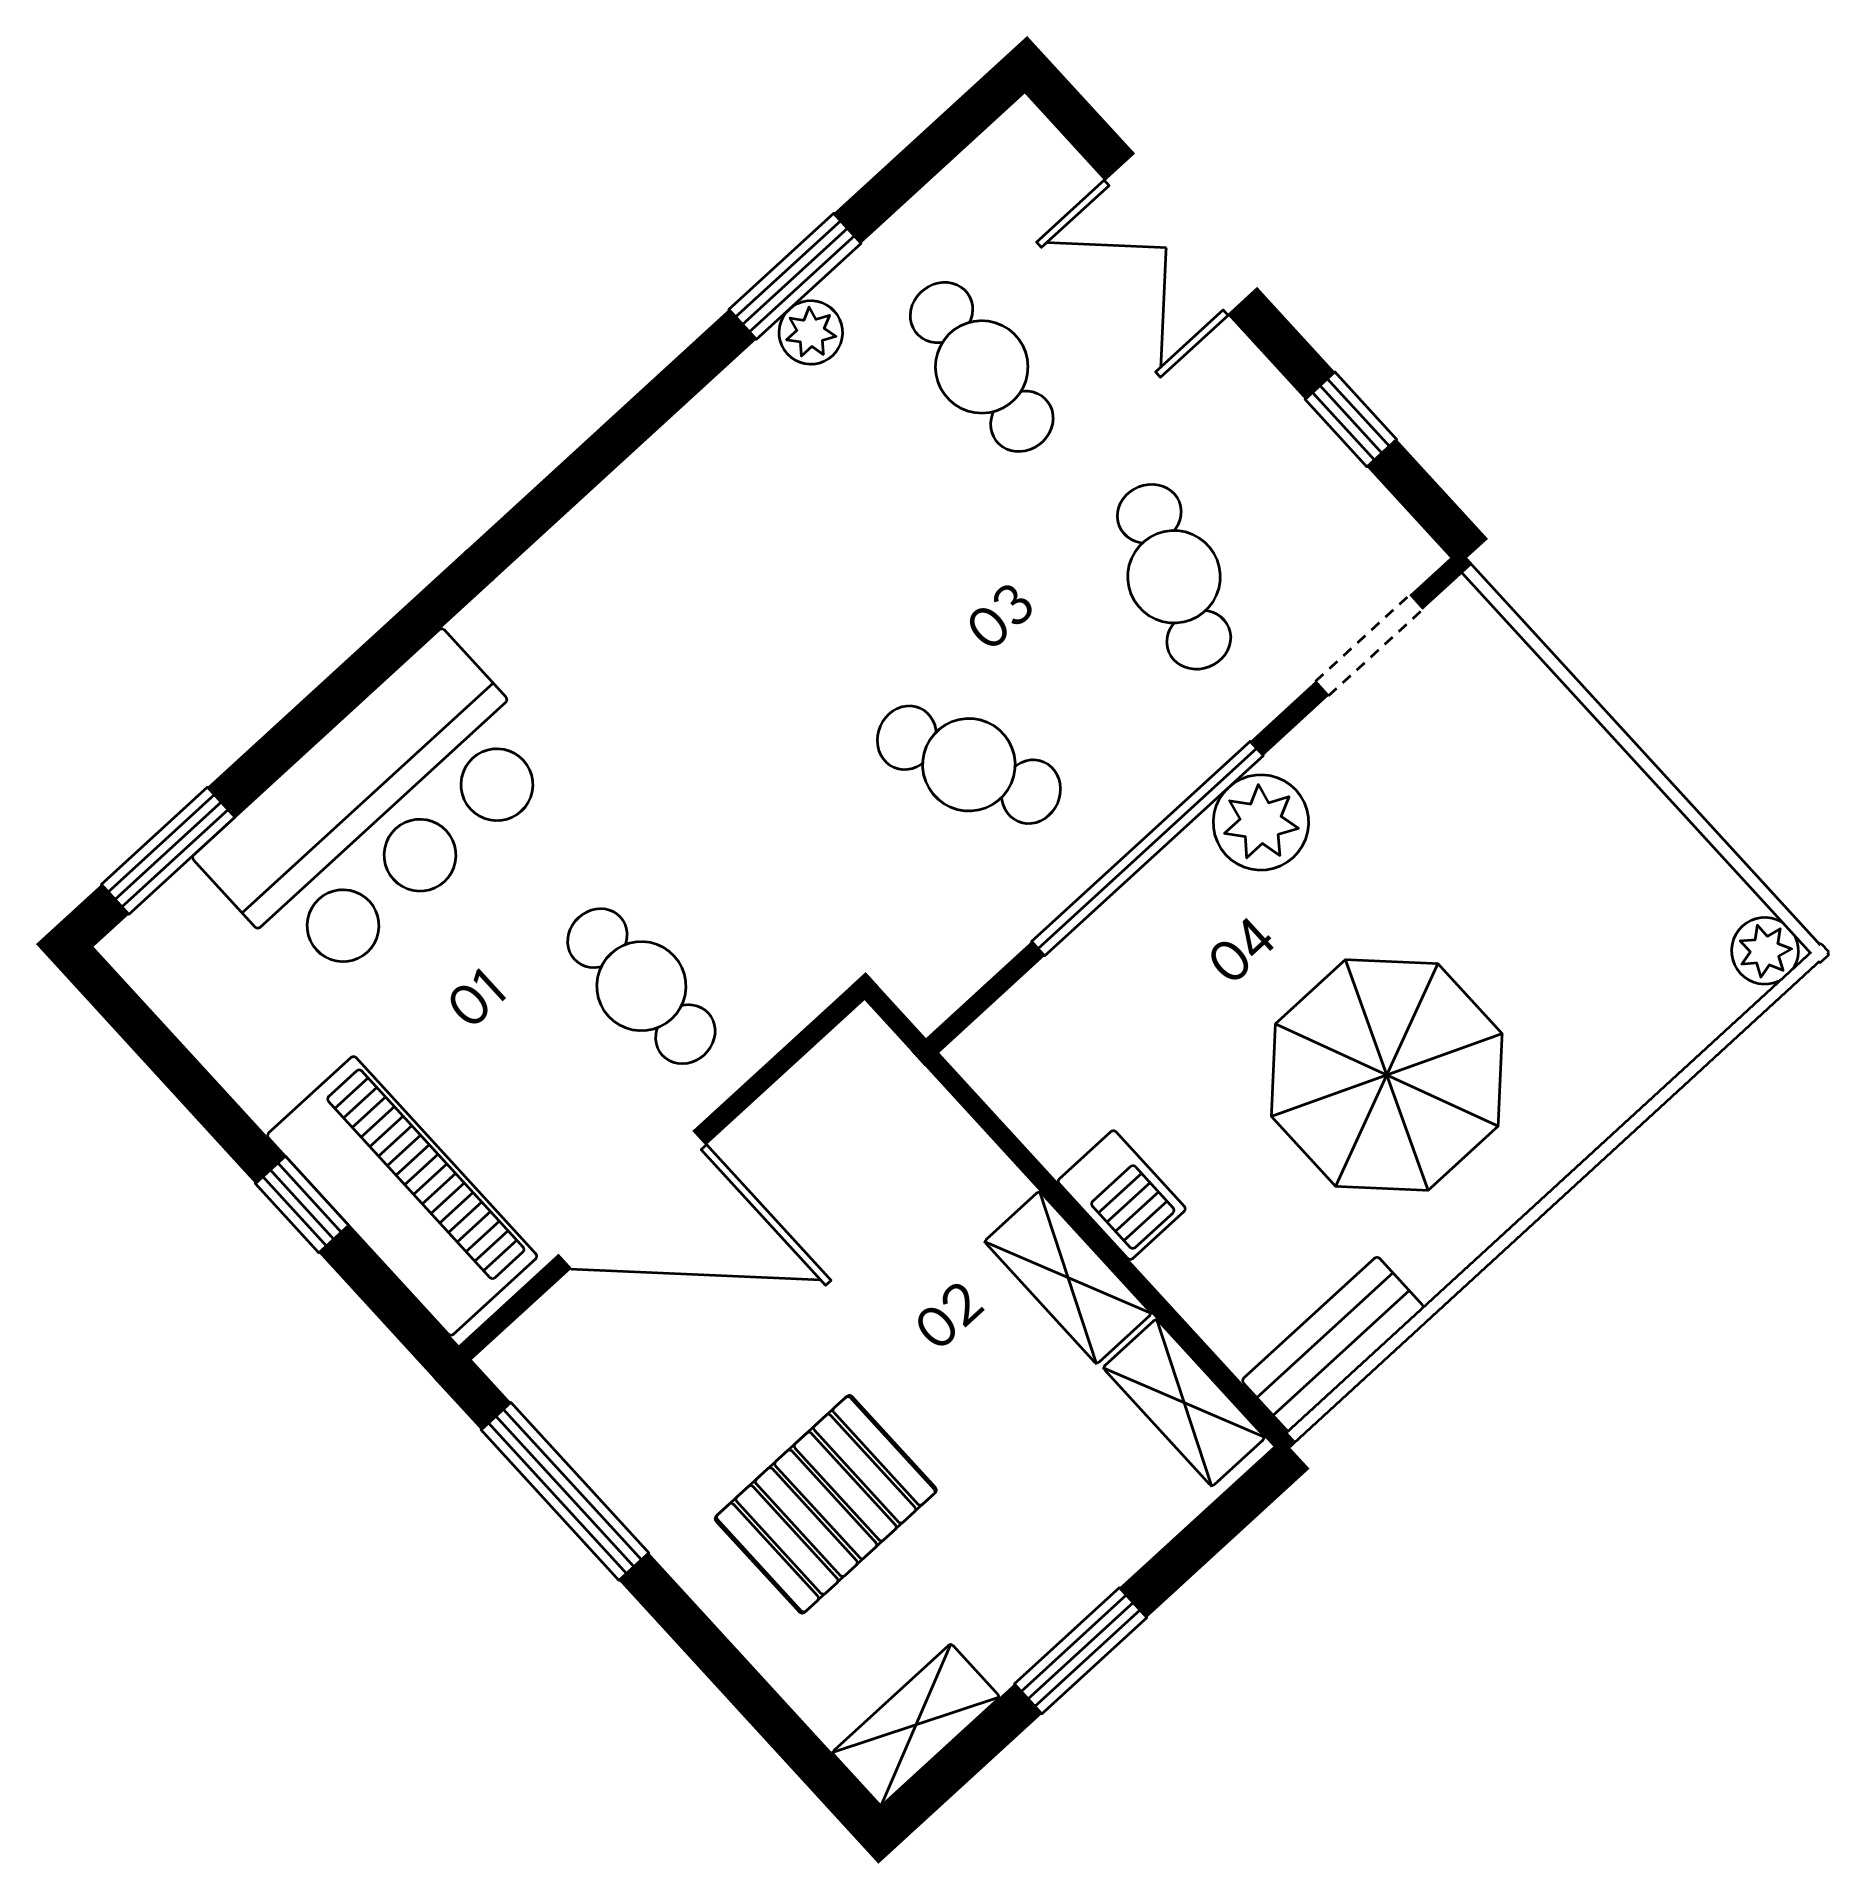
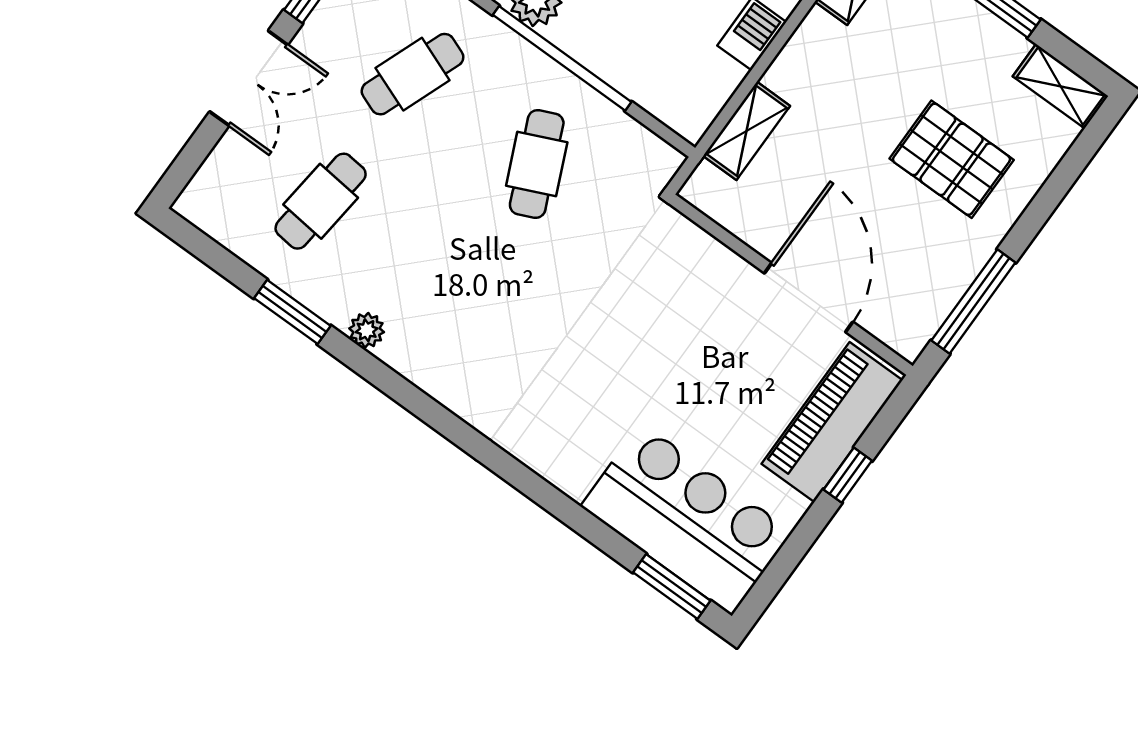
double door: (1181, 234) -> (249, 78), moved
plant: (811, 332) -> (367, 330), moved
bar counter: (380, 812) -> (686, 519), moved
cafe table: (641, 986) -> (692, 316), removed
shelving: (1068, 1278) -> (747, 131), moved

